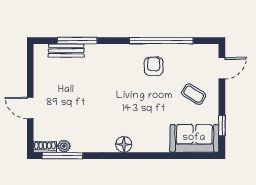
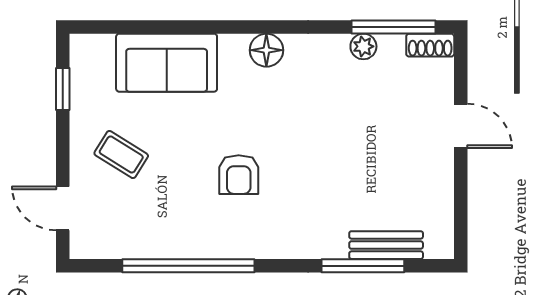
armchair: (154, 66) -> (239, 175), moved
door: (222, 68) -> (63, 208), hinge flipped
sofa: (194, 138) -> (167, 63), moved
plant: (64, 146) -> (363, 46), moved

